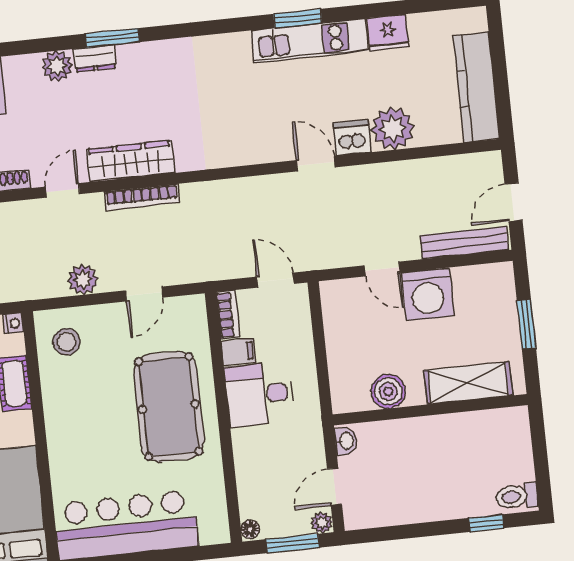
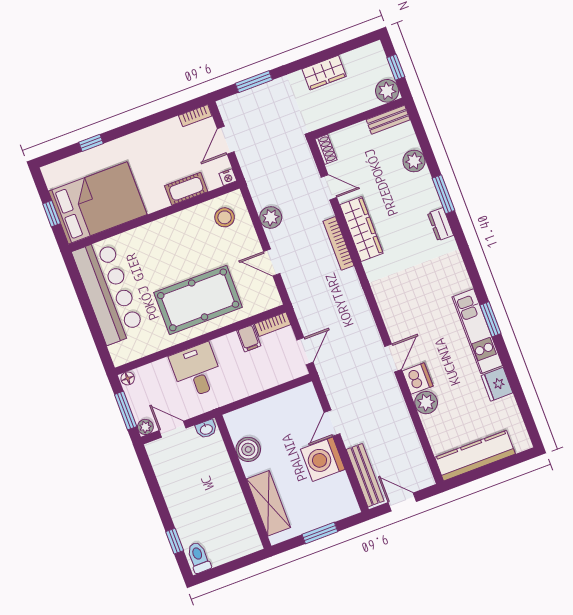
dresser: (95, 59) -> (441, 224), moved
plant: (393, 128) -> (426, 403), width x0.73, depth x0.73
desk: (260, 394) -> (196, 371), moved

